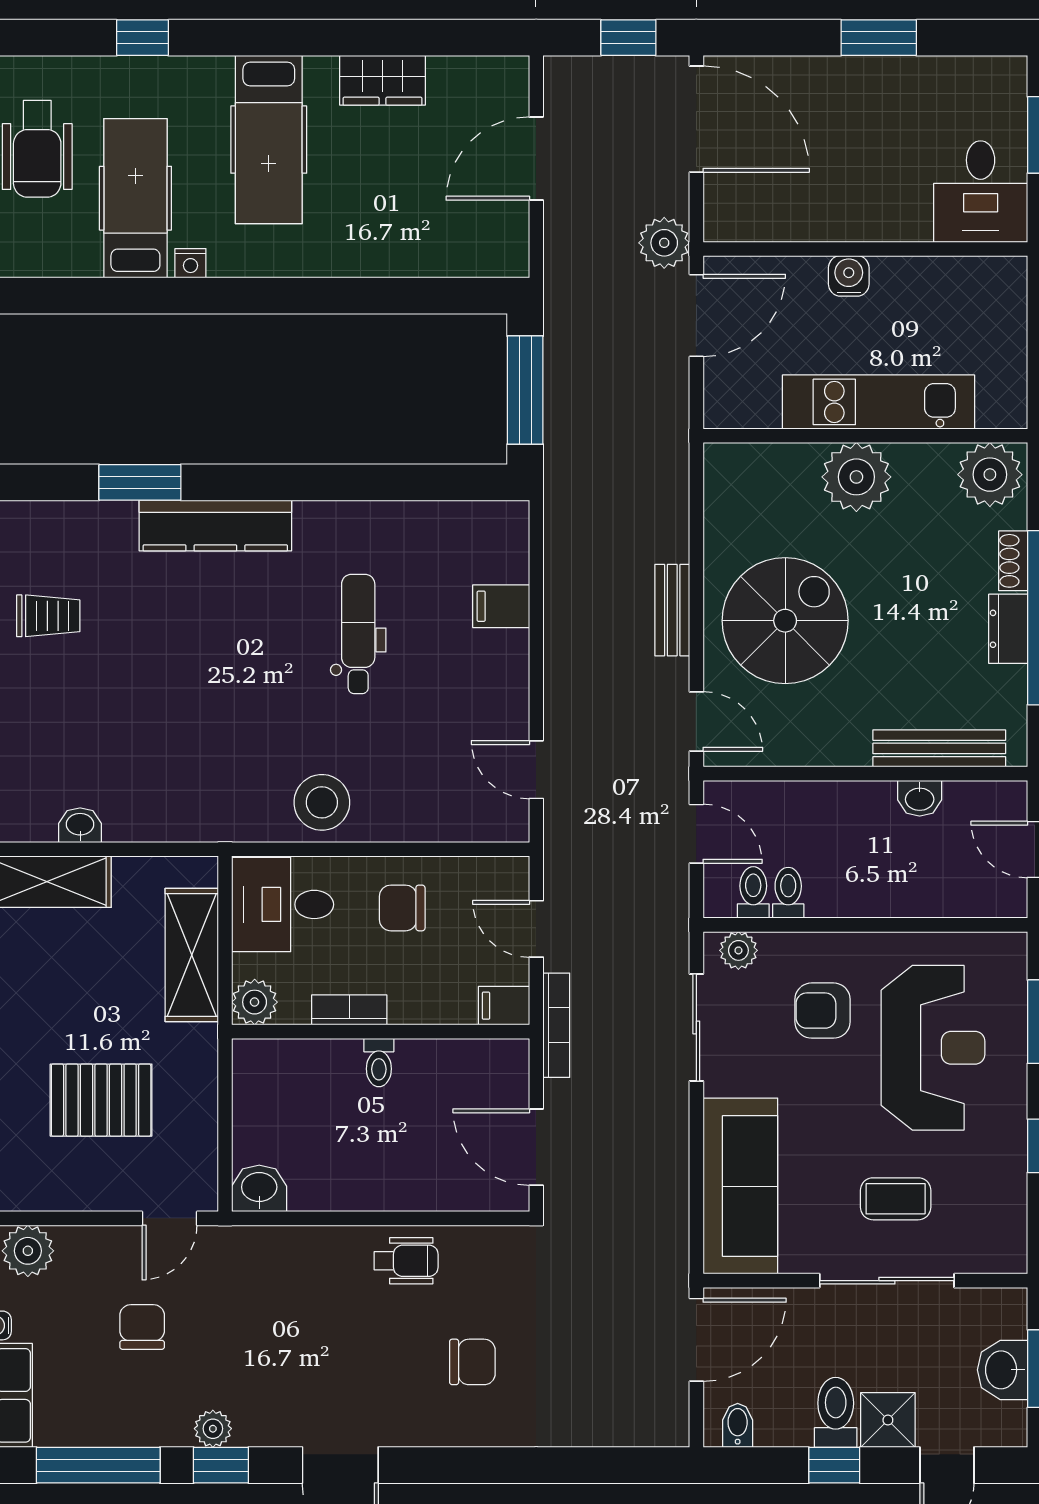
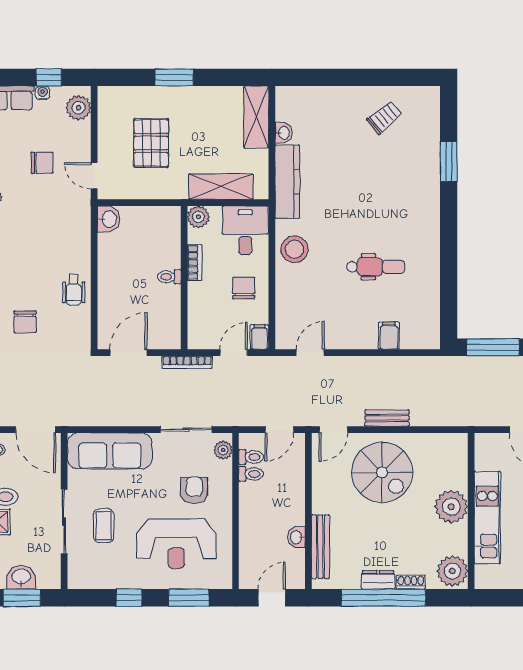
kitchen counter: (215, 526) -> (287, 182), moved, turned 180
trolley: (48, 616) -> (384, 118), turned -130
filing cabinet: (504, 1006) -> (259, 337), moved

